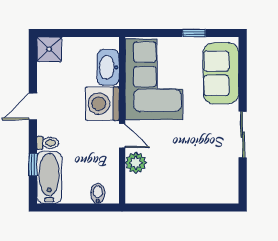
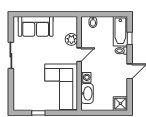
sofa: (221, 73) -> (36, 26), moved, turned 90
washing machine: (102, 104) -> (86, 77), width x0.53, depth x0.53
door: (122, 136) -> (79, 55), swing flipped

